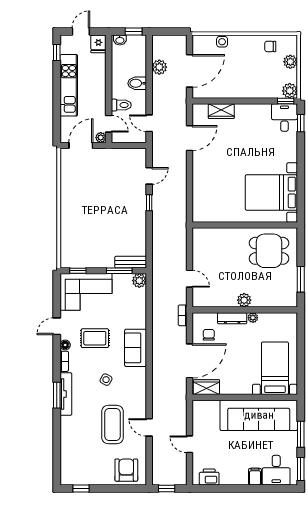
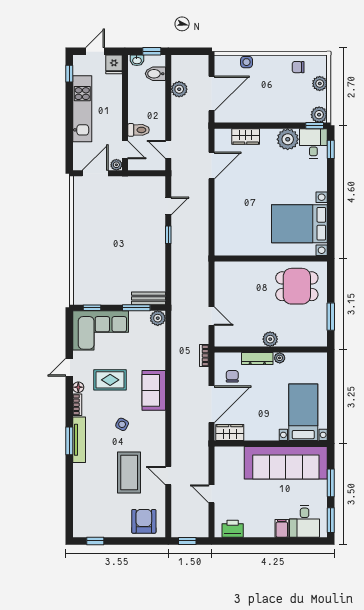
bidet: (137, 83) -> (155, 74), moved
plant: (260, 114) -> (288, 139), added

